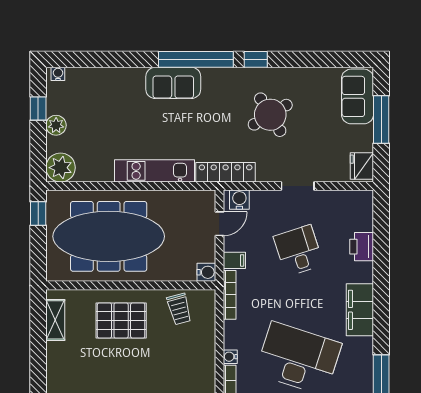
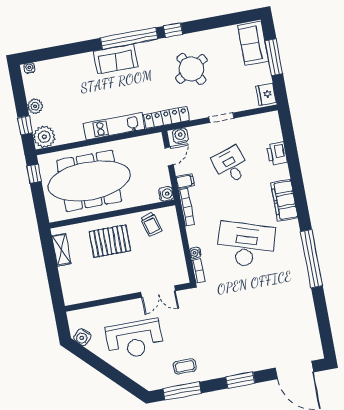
window: (38, 109) -> (25, 125), moved

